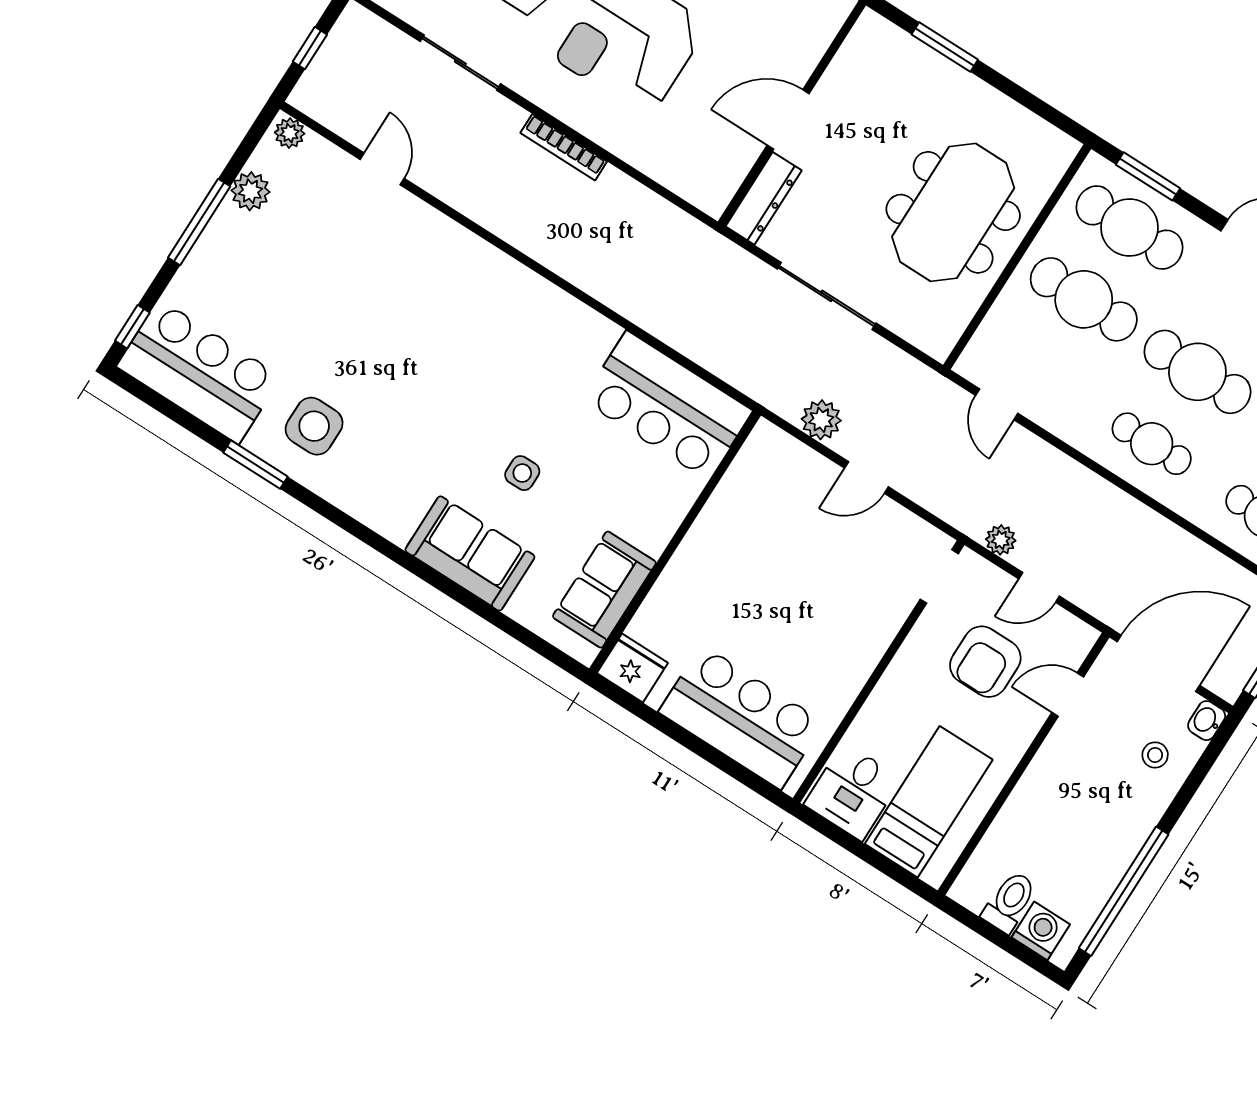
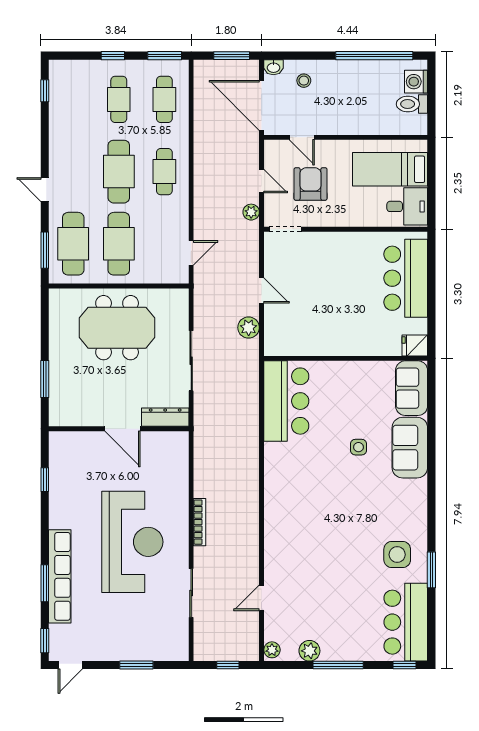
sofa: (604, 590) -> (412, 388), moved, turned 90
armchair: (985, 662) -> (310, 184), turned -90
fridge: (632, 668) -> (415, 345), width x0.72

